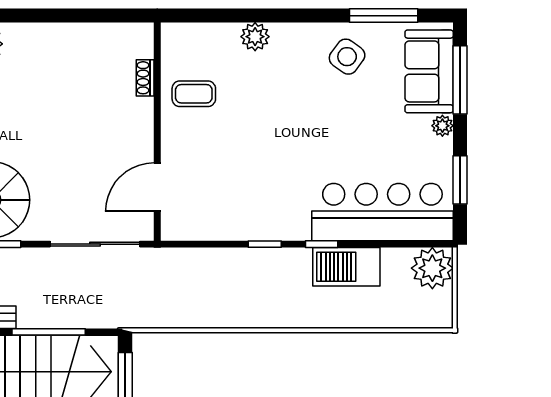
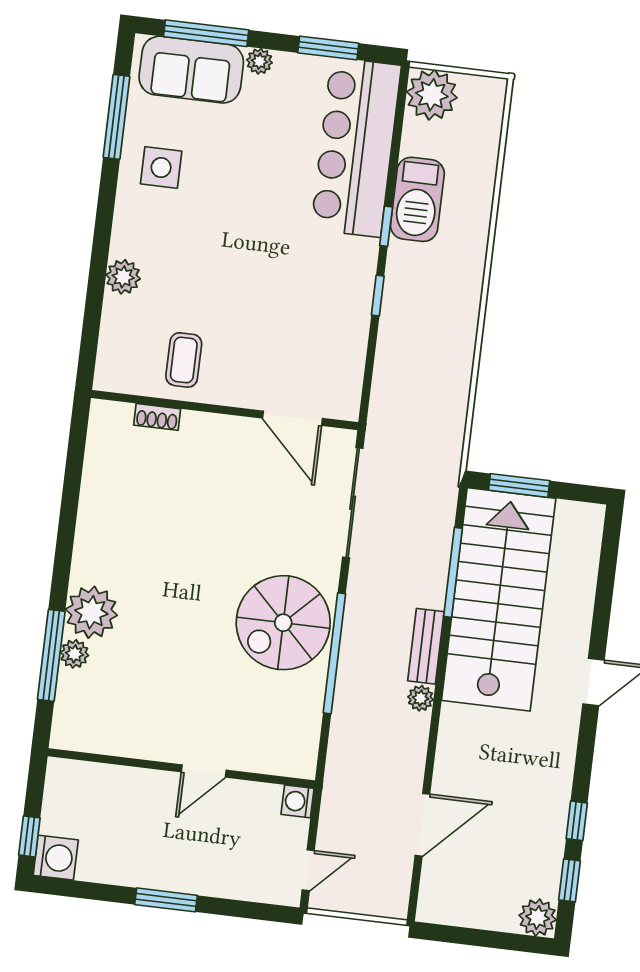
side table: (347, 57) -> (161, 168), turned -36

